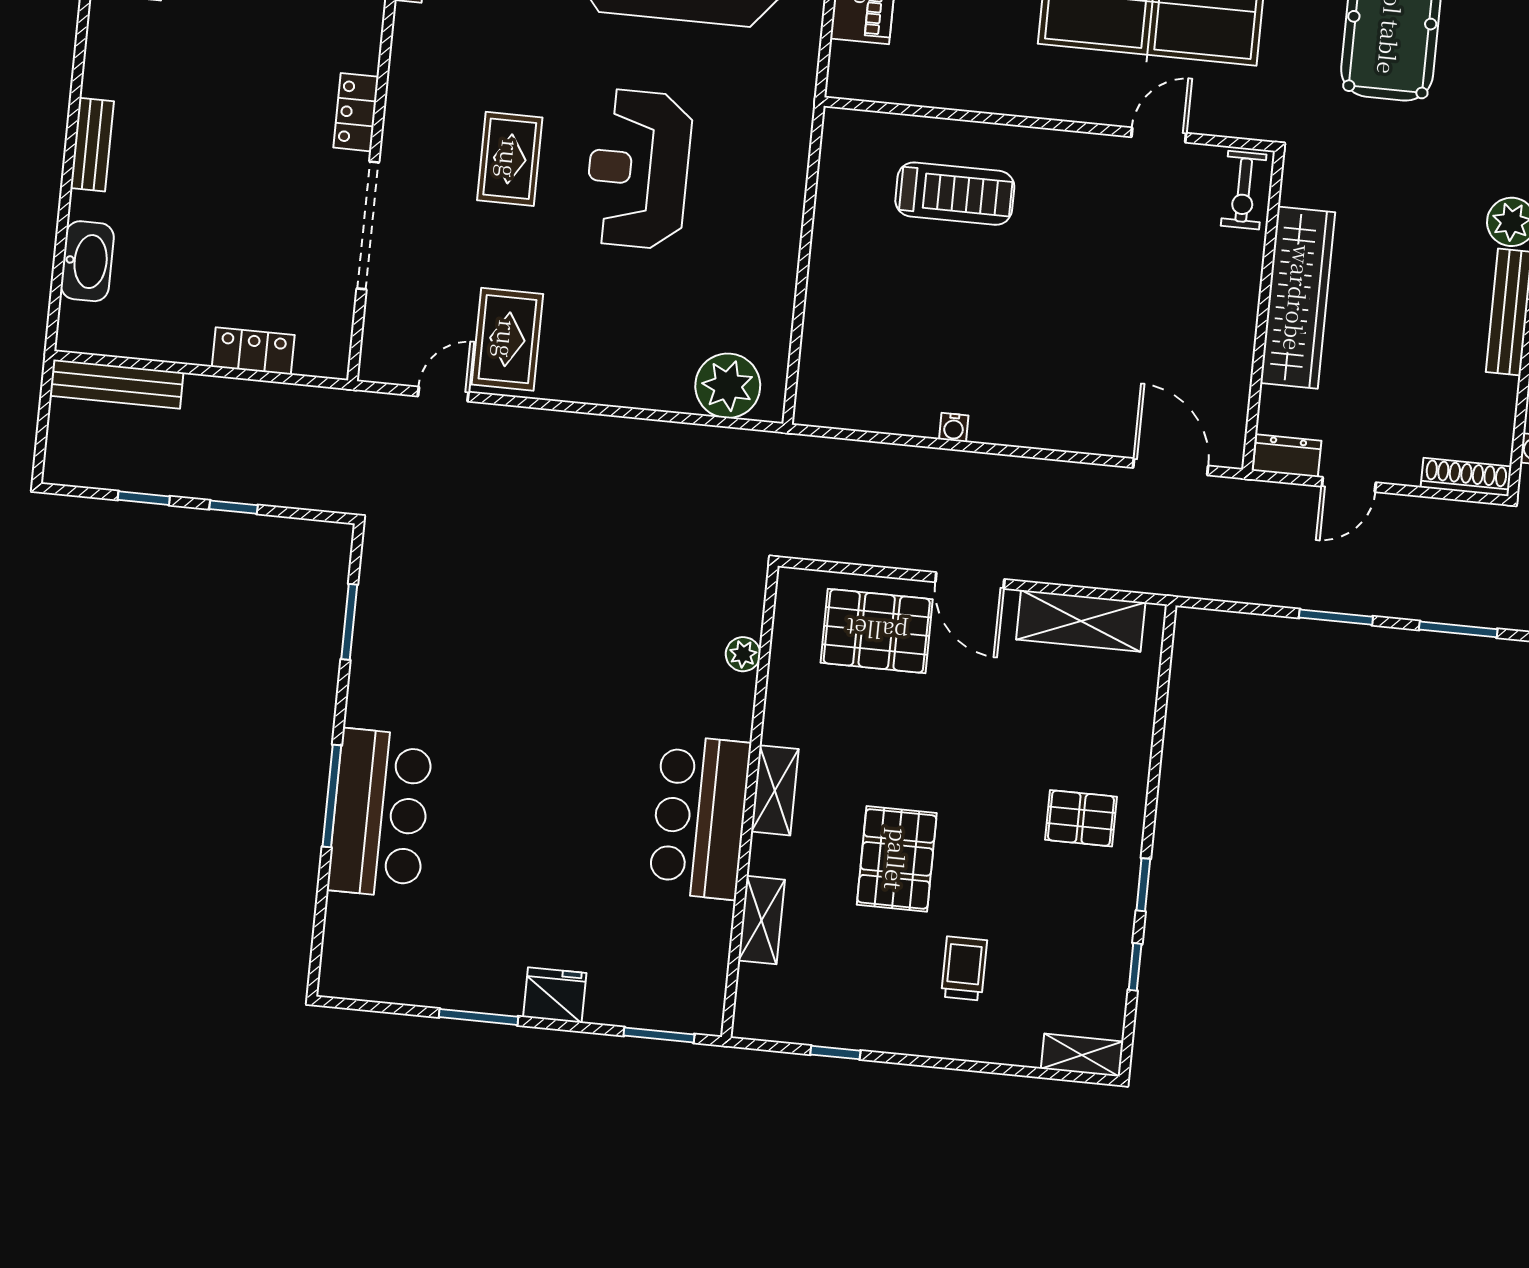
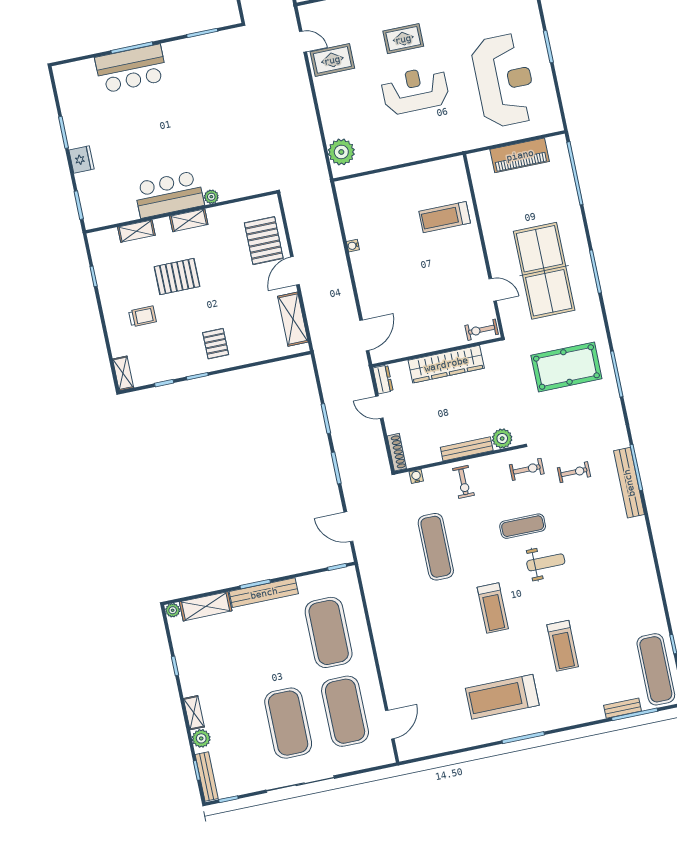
treadmill: (955, 194) -> (445, 217), turned 90
plant: (743, 654) -> (211, 197), moved

